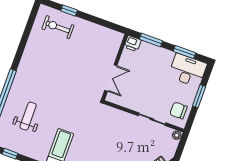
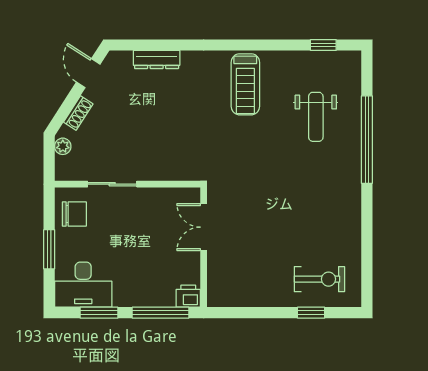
window: (151, 40) -> (161, 313), width x1.44
plant: (177, 135) -> (63, 146), moved

